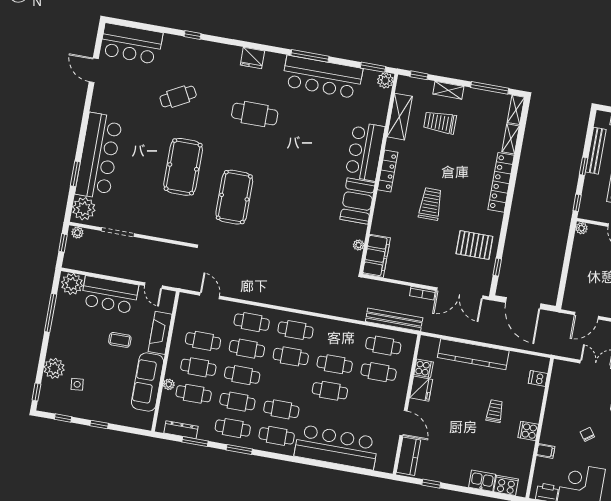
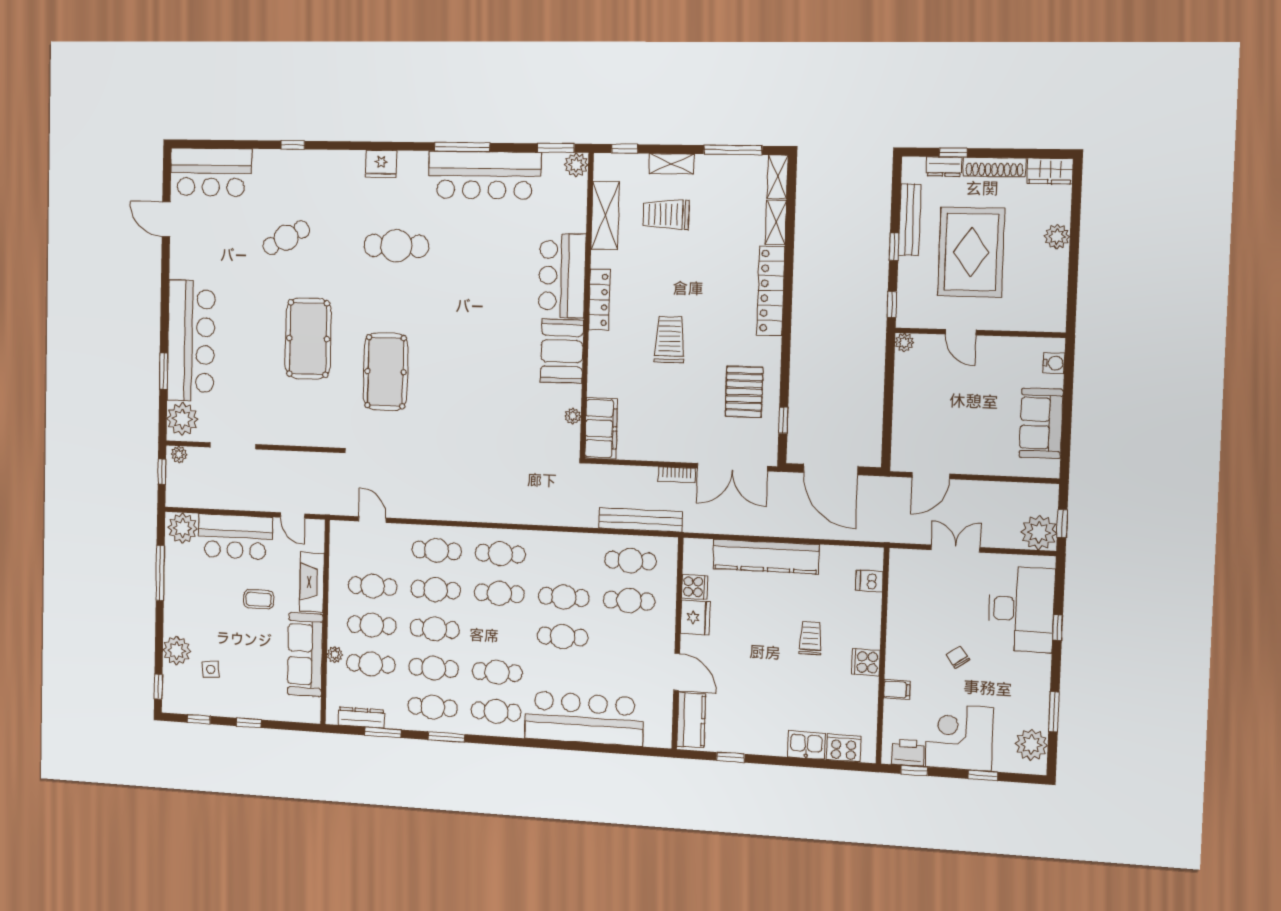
pallet: (474, 245) -> (744, 392), turned 90

